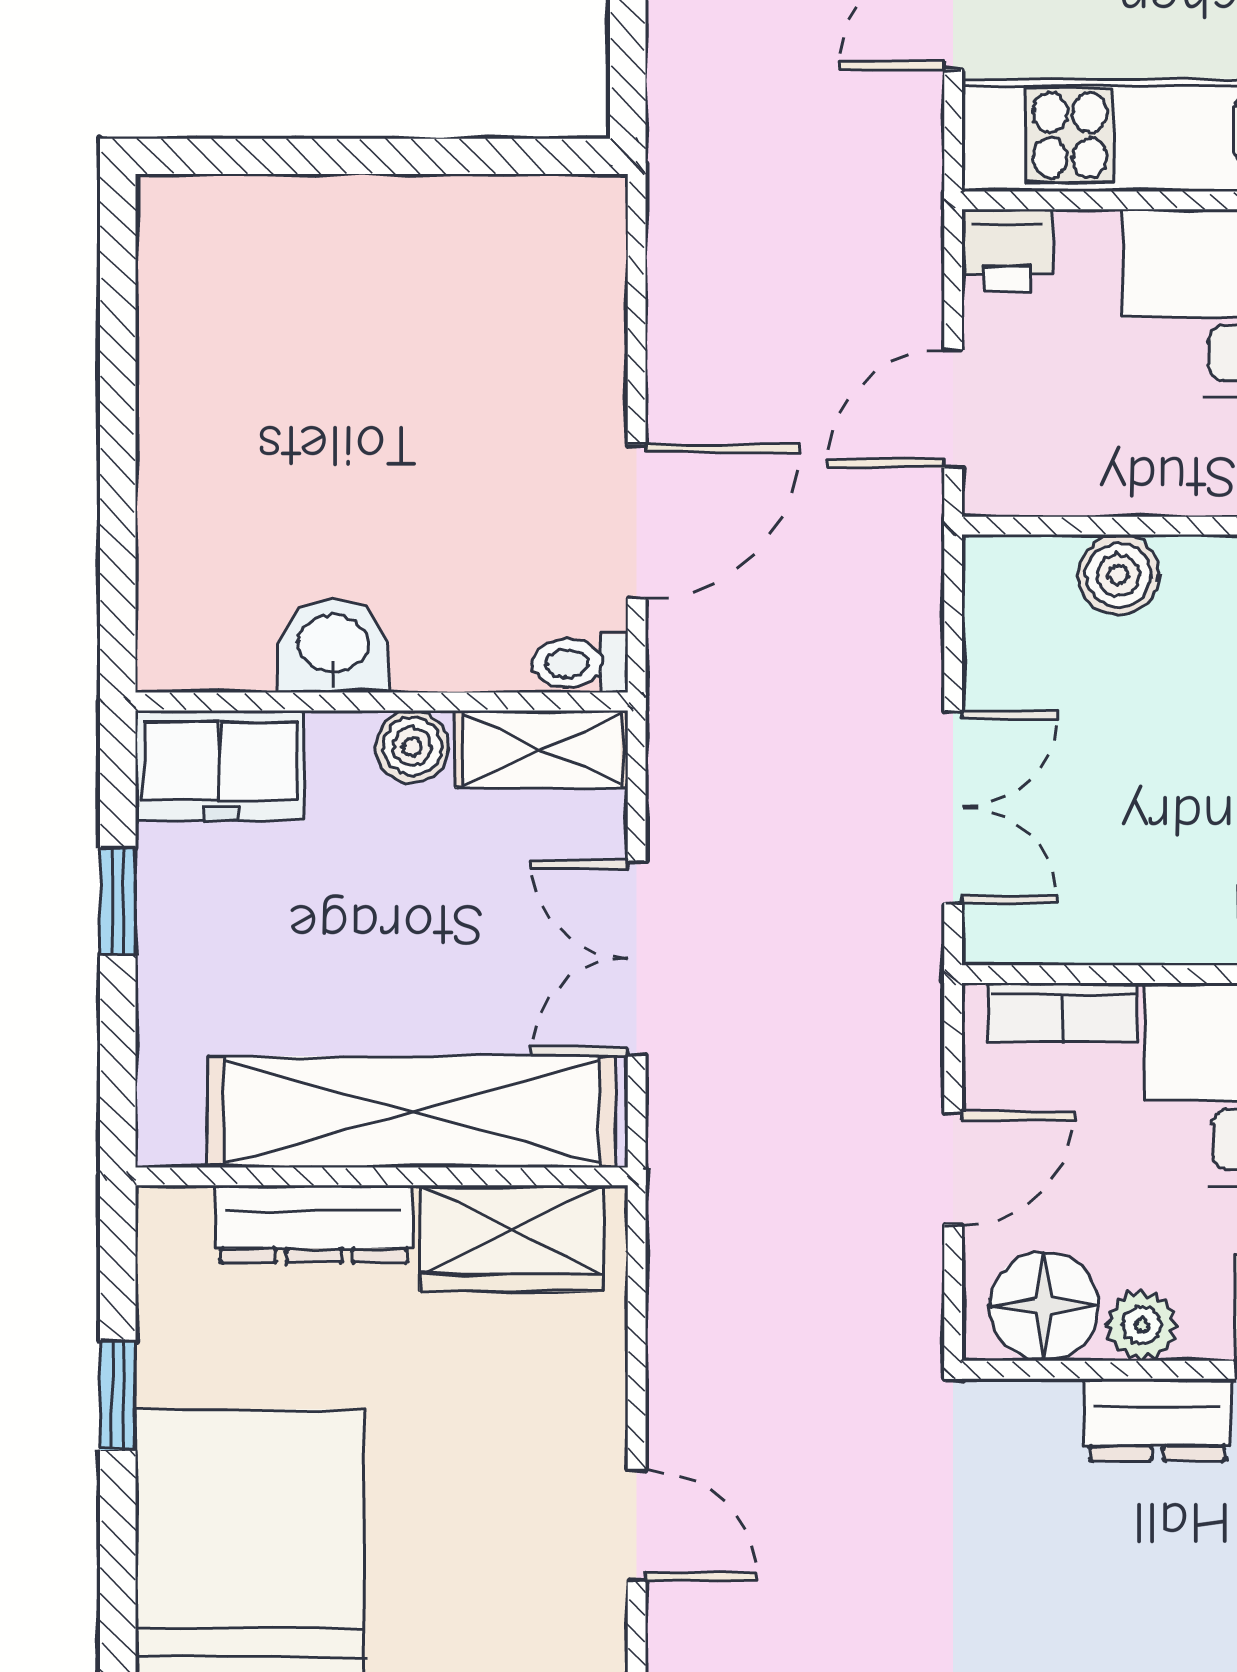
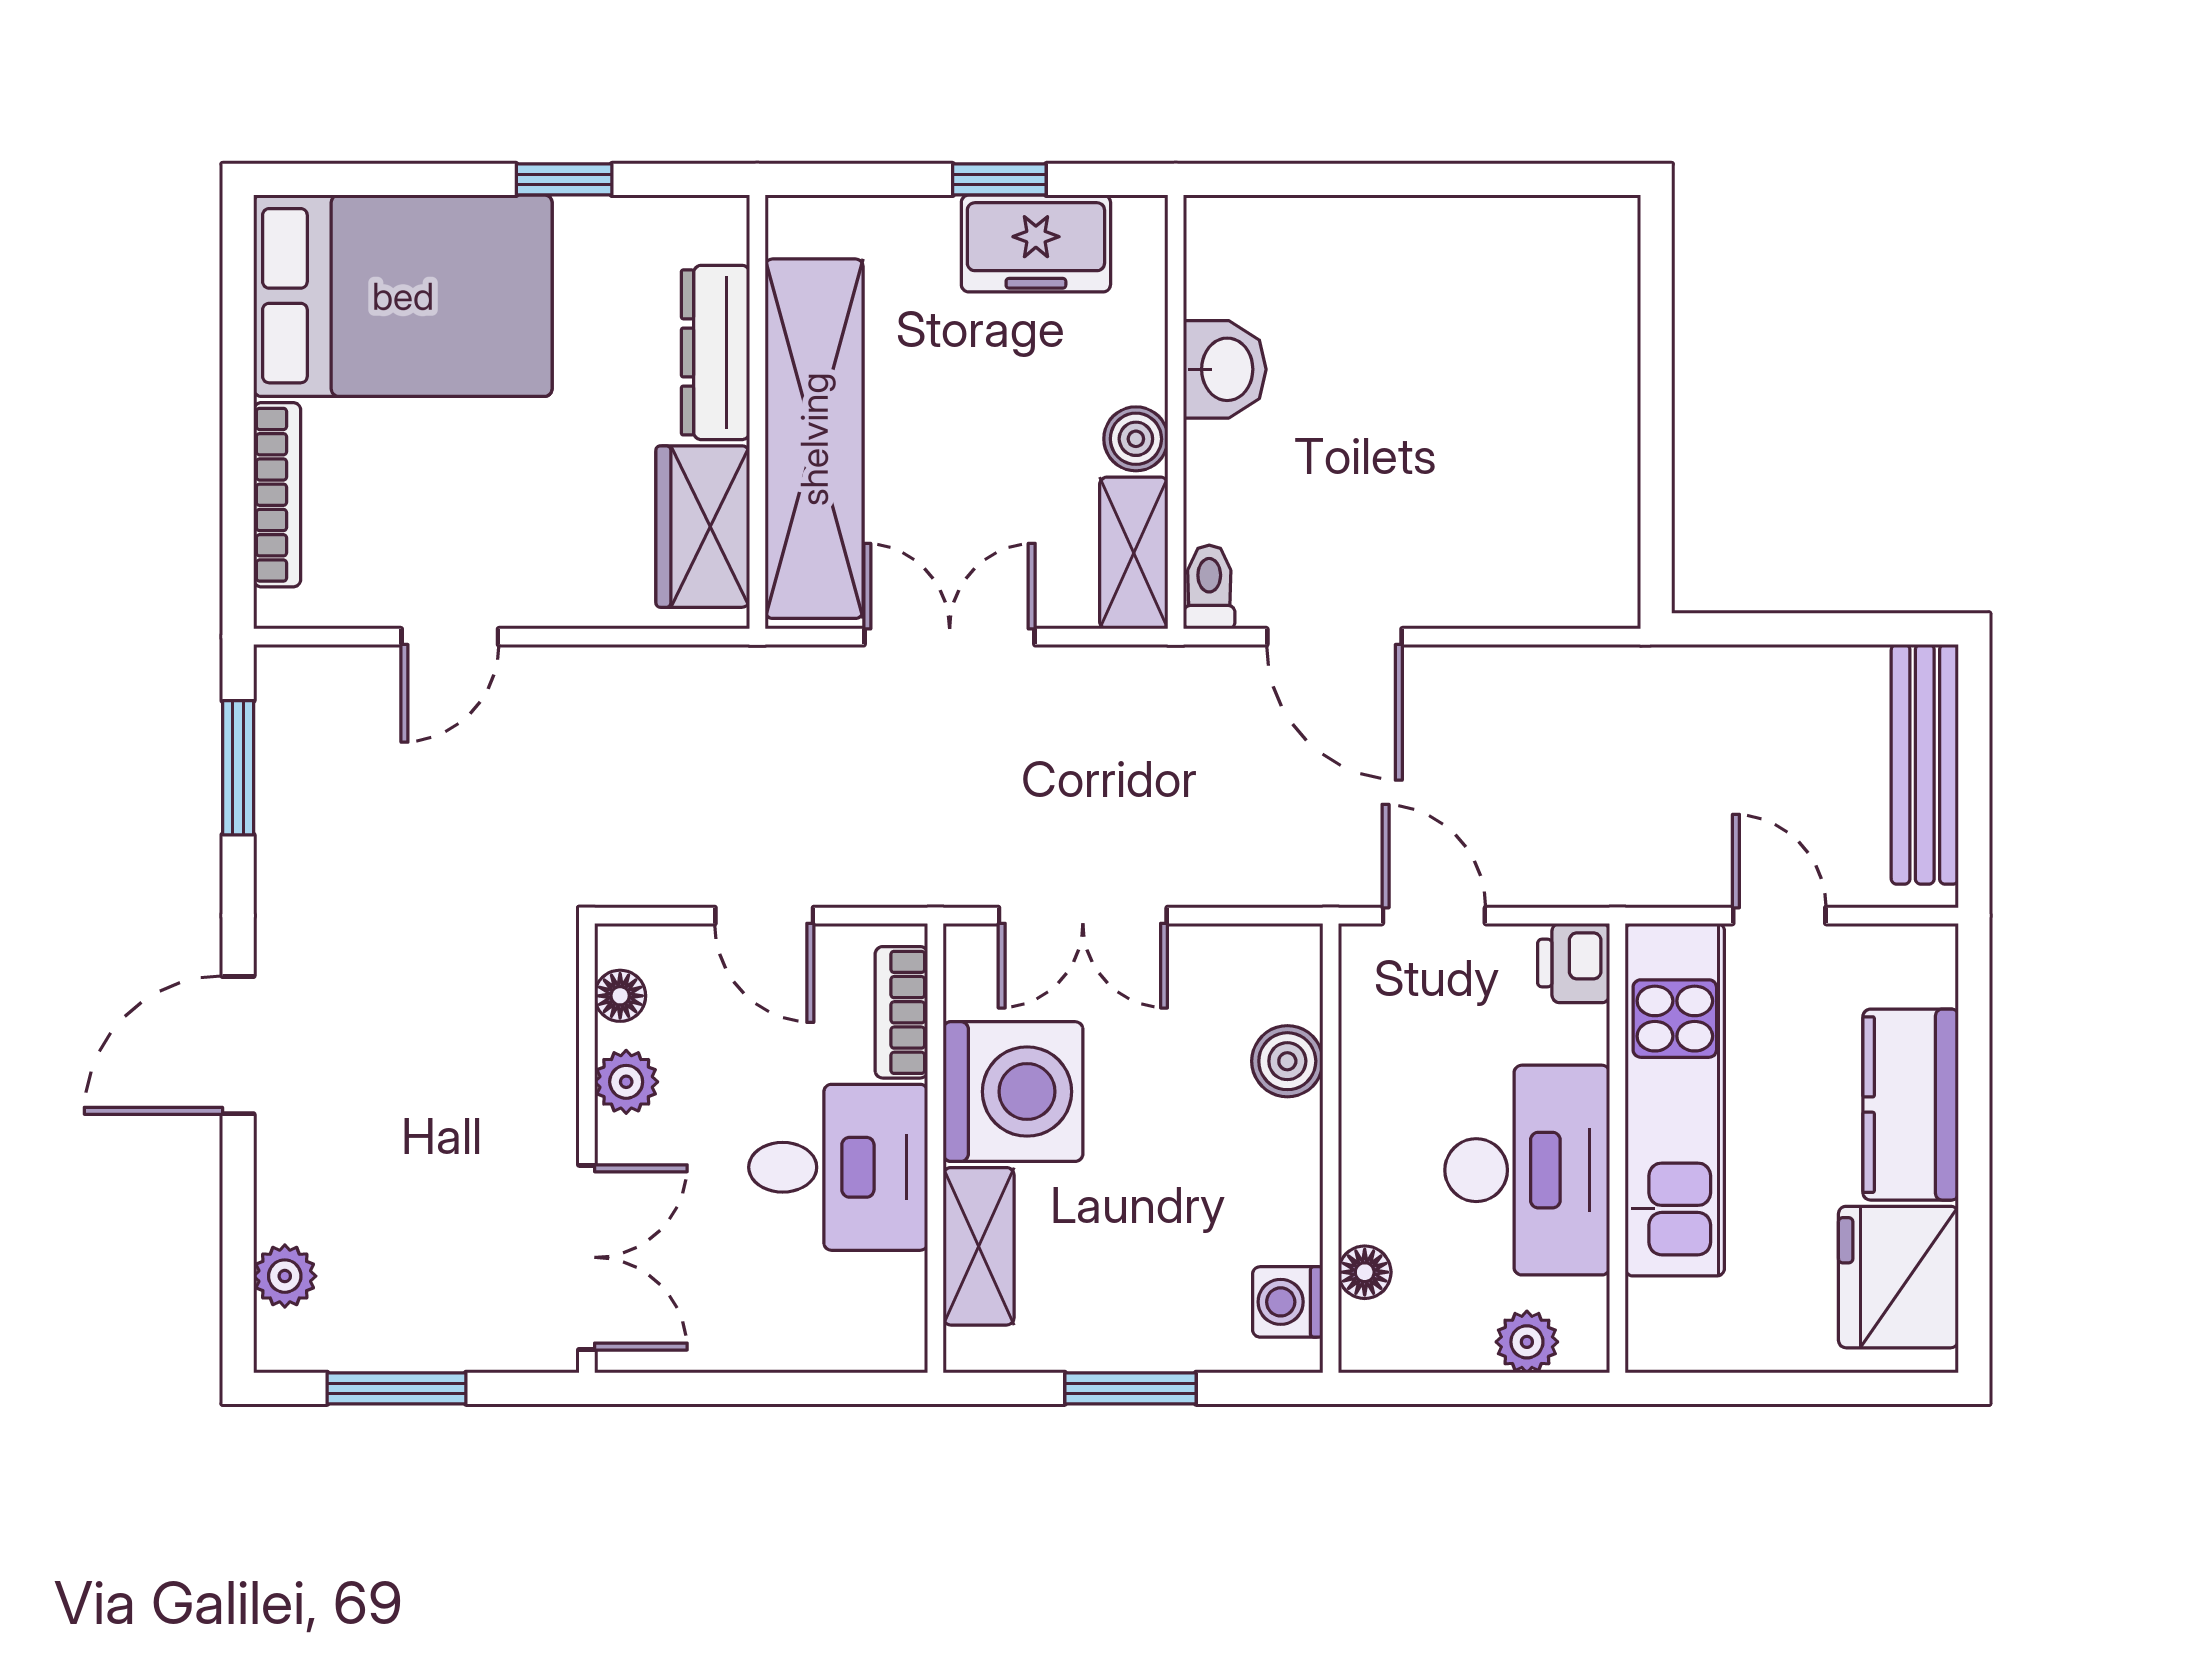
freezer: (220, 765) -> (1036, 243), moved, turned -90
washing machine: (1153, 886) -> (1013, 1092), added
floor lamp: (1044, 1306) -> (620, 996), width x0.53, depth x0.53
dresser: (1157, 1420) -> (543, 1096), removed

